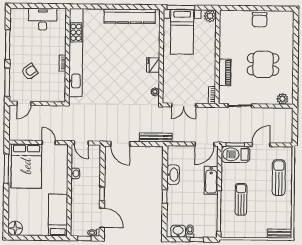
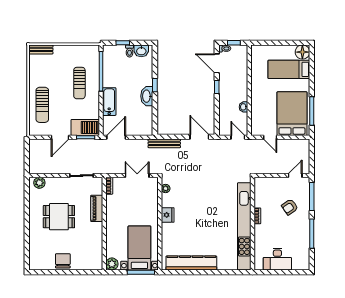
washbasin: (173, 175) -> (147, 96), moved
bed: (58, 215) -> (289, 69), moved, turned 90

